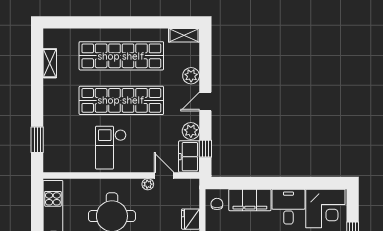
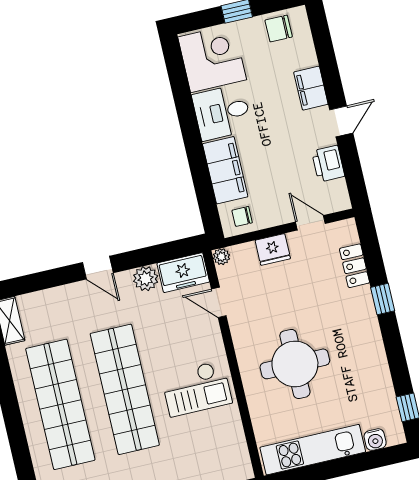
plant: (191, 76) -> (66, 297), removed
window: (205, 149) -> (166, 252), removed
door: (164, 175) -> (219, 302), hinge flipped
plant: (148, 184) -> (221, 257), moved

